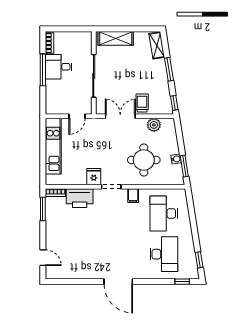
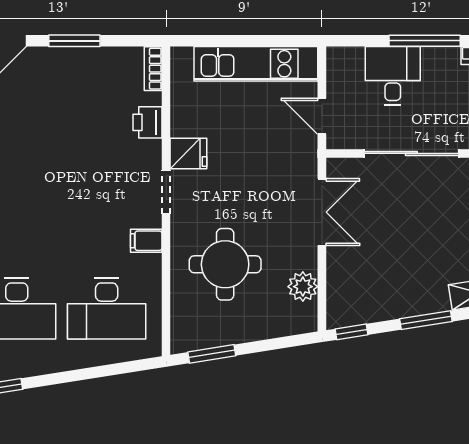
desk: (59, 67) -> (393, 76), moved
trolley: (142, 103) -> (351, 261), removed
water cooler: (176, 159) -> (227, 336), removed
printer: (80, 198) -> (148, 122), width x0.53, depth x0.68
window: (43, 209) -> (74, 41), moved
desk: (164, 214) -> (107, 309), turned 180

